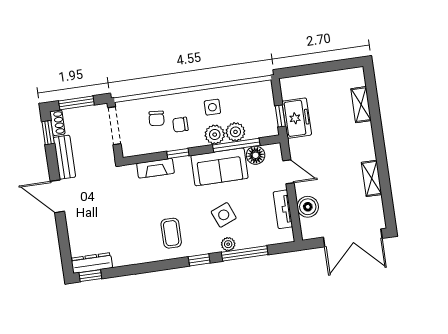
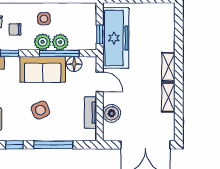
shelving: (361, 105) -> (168, 67), moved
freezer: (297, 118) -> (116, 38), width x1.91, depth x1.26
plant: (228, 244) -> (41, 135), removed

